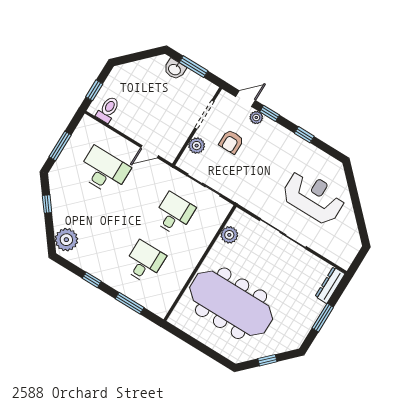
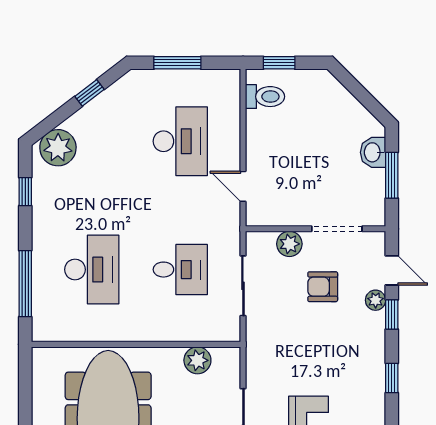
desk: (144, 262) -> (92, 270), width x1.37
window: (92, 280) -> (25, 192), moved
window: (130, 303) -> (25, 284), width x1.44

